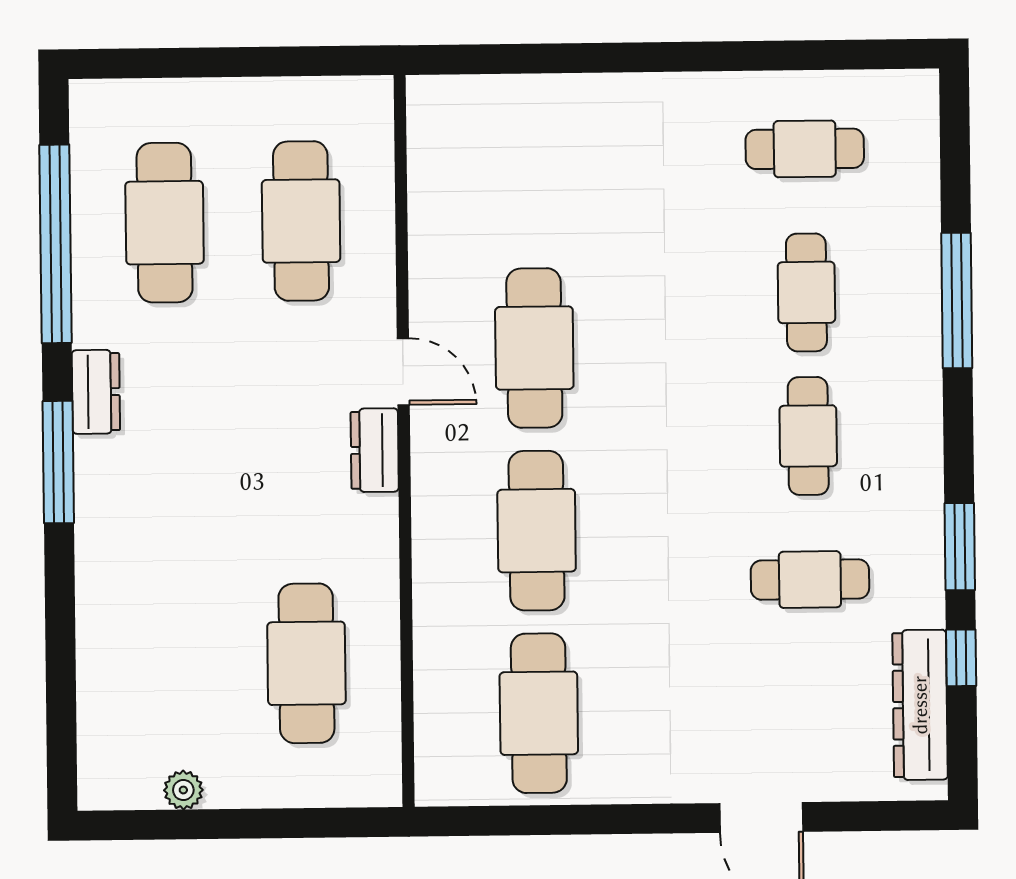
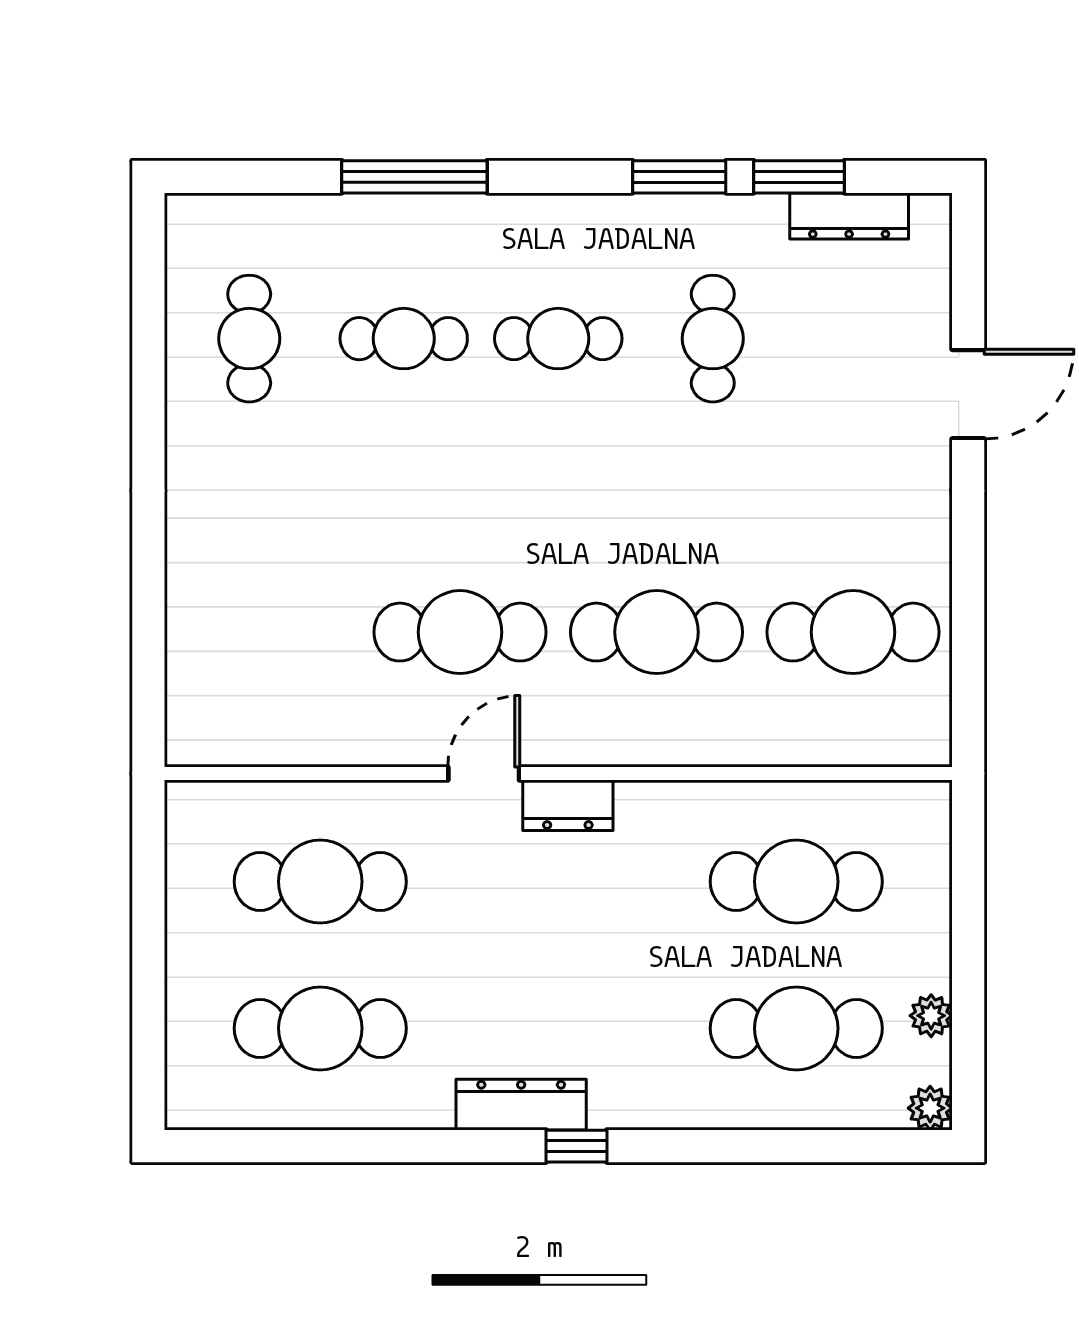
window: (56, 244) -> (342, 1146), removed
dresser: (96, 392) -> (521, 1105), width x1.44
window: (58, 462) -> (576, 1146), width x0.46
window: (961, 658) -> (799, 177), width x1.50
cafe table: (170, 665) -> (796, 1028), added
dresser: (920, 705) -> (849, 216), width x0.73, depth x0.80
plant: (98, 790) -> (930, 1108), added

